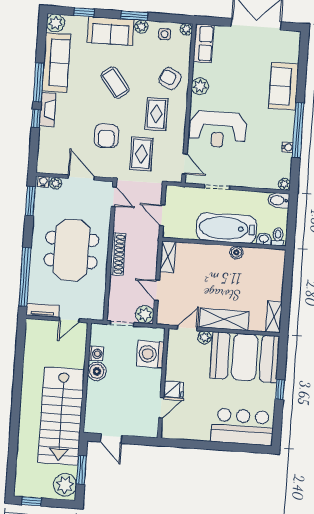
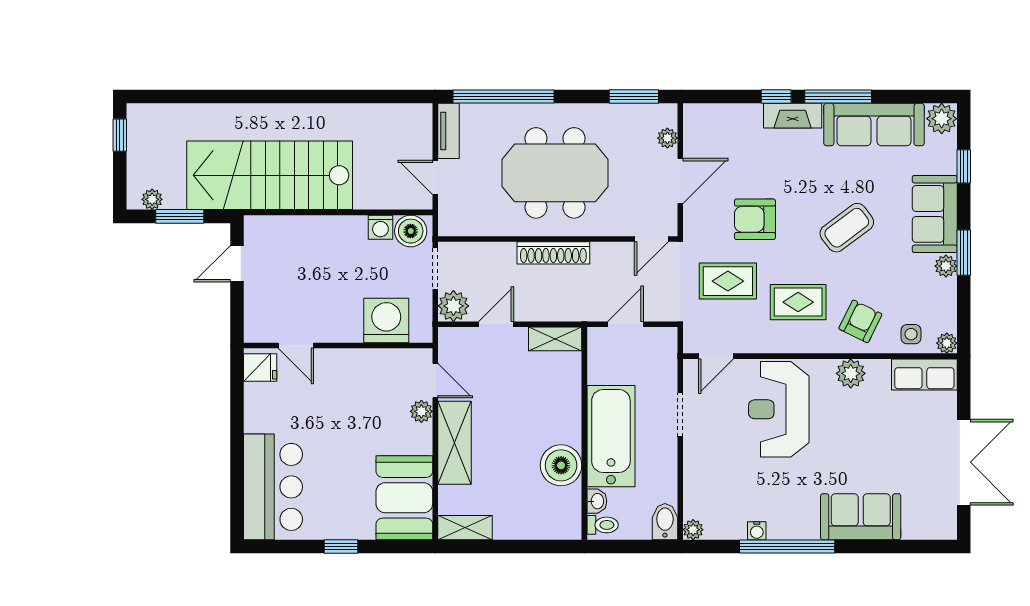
side table: (164, 34) -> (911, 334), moved
water cooler: (43, 182) -> (668, 117), removed
boiler: (236, 252) -> (561, 465), width x1.86, depth x1.86
booth: (245, 357) -> (404, 498), width x0.73, depth x0.70
boiler: (97, 371) -> (411, 231), moved
fridge: (174, 389) -> (260, 368), moved, turned -90
plant: (65, 485) -> (152, 199), width x0.53, depth x0.53

